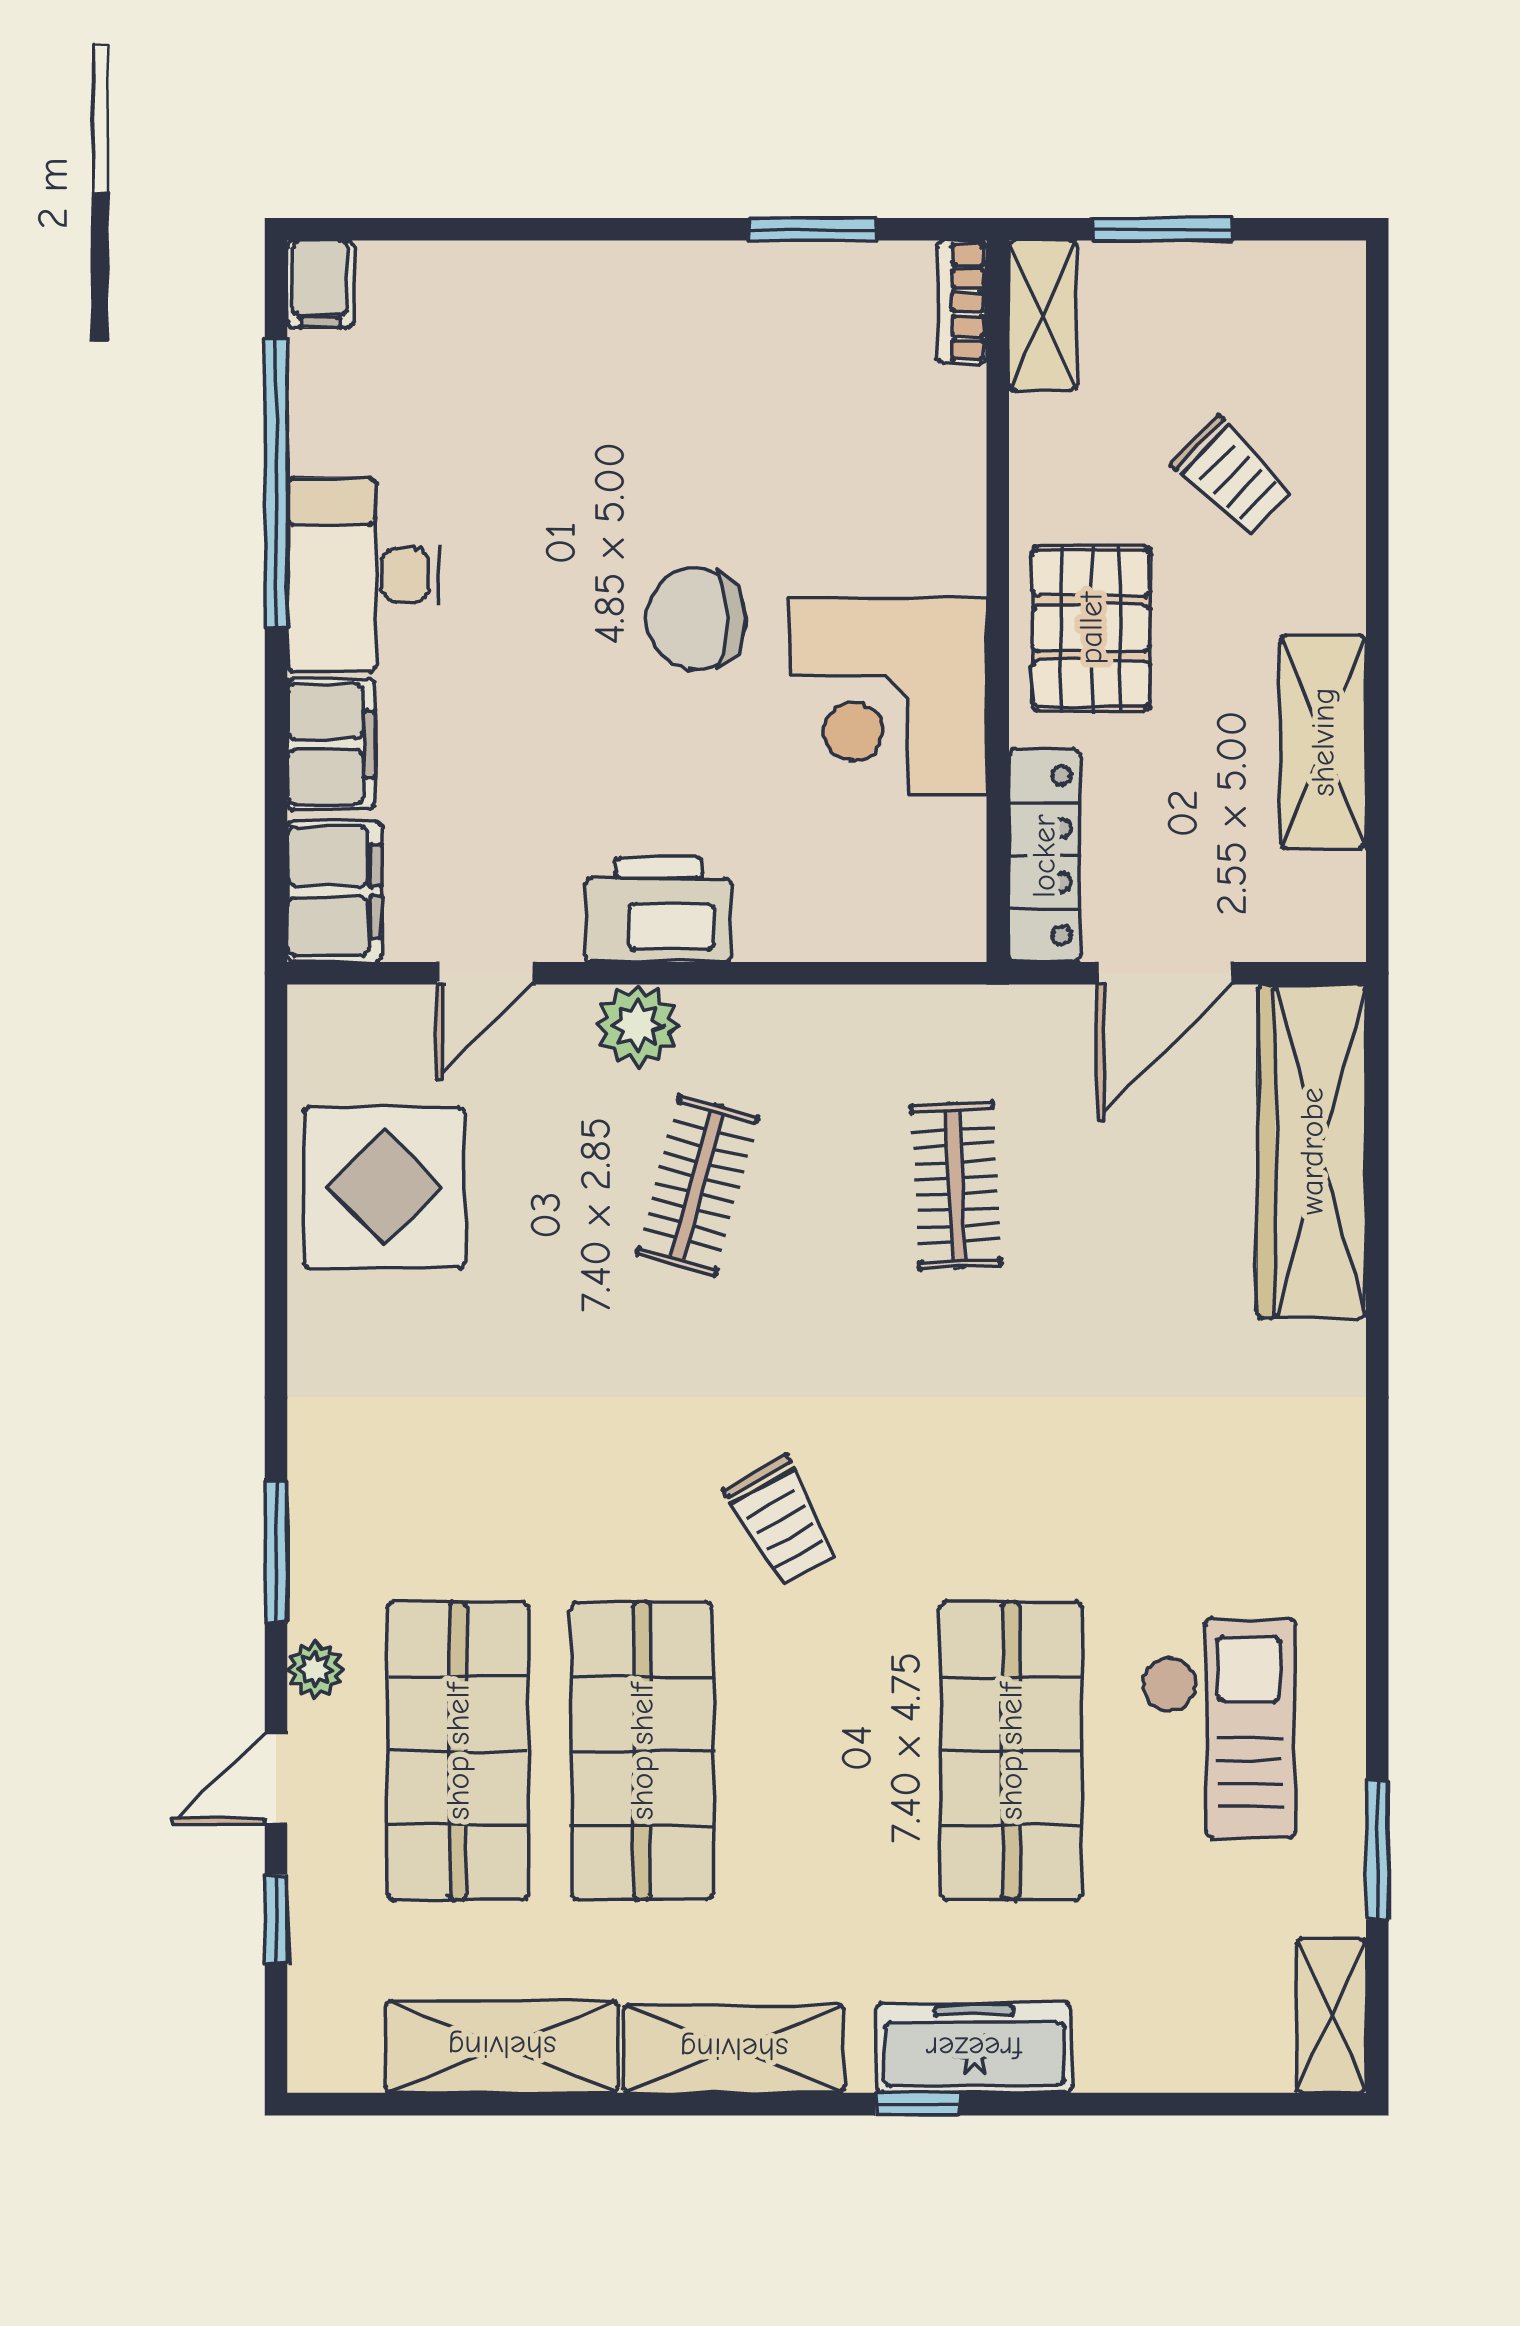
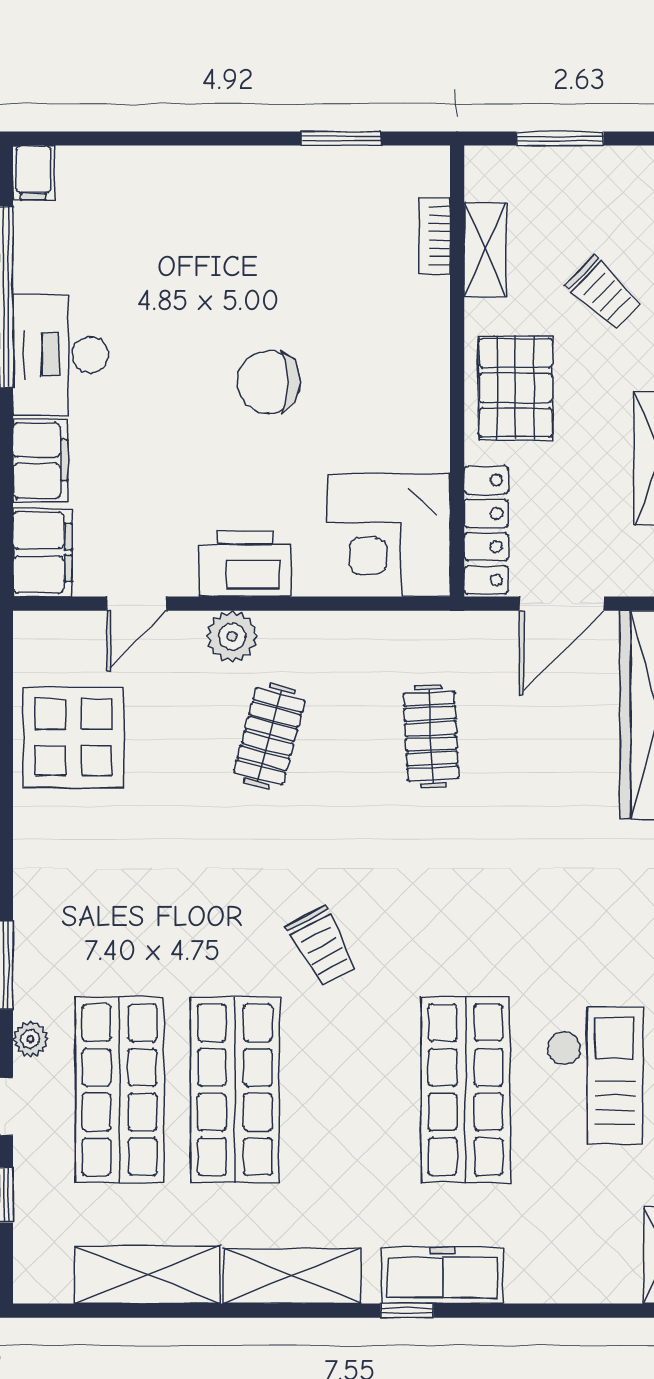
bookcase: (962, 302) -> (435, 236), moved
shelving: (1043, 316) -> (485, 250), moved
corner desk: (888, 696) -> (389, 535), moved

